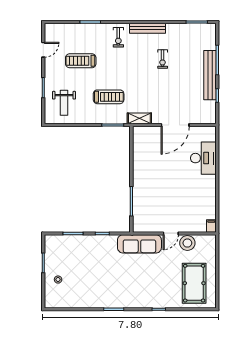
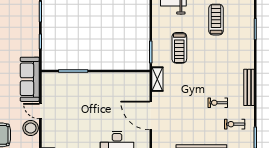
exercise bike: (118, 37) -> (235, 124), moved

